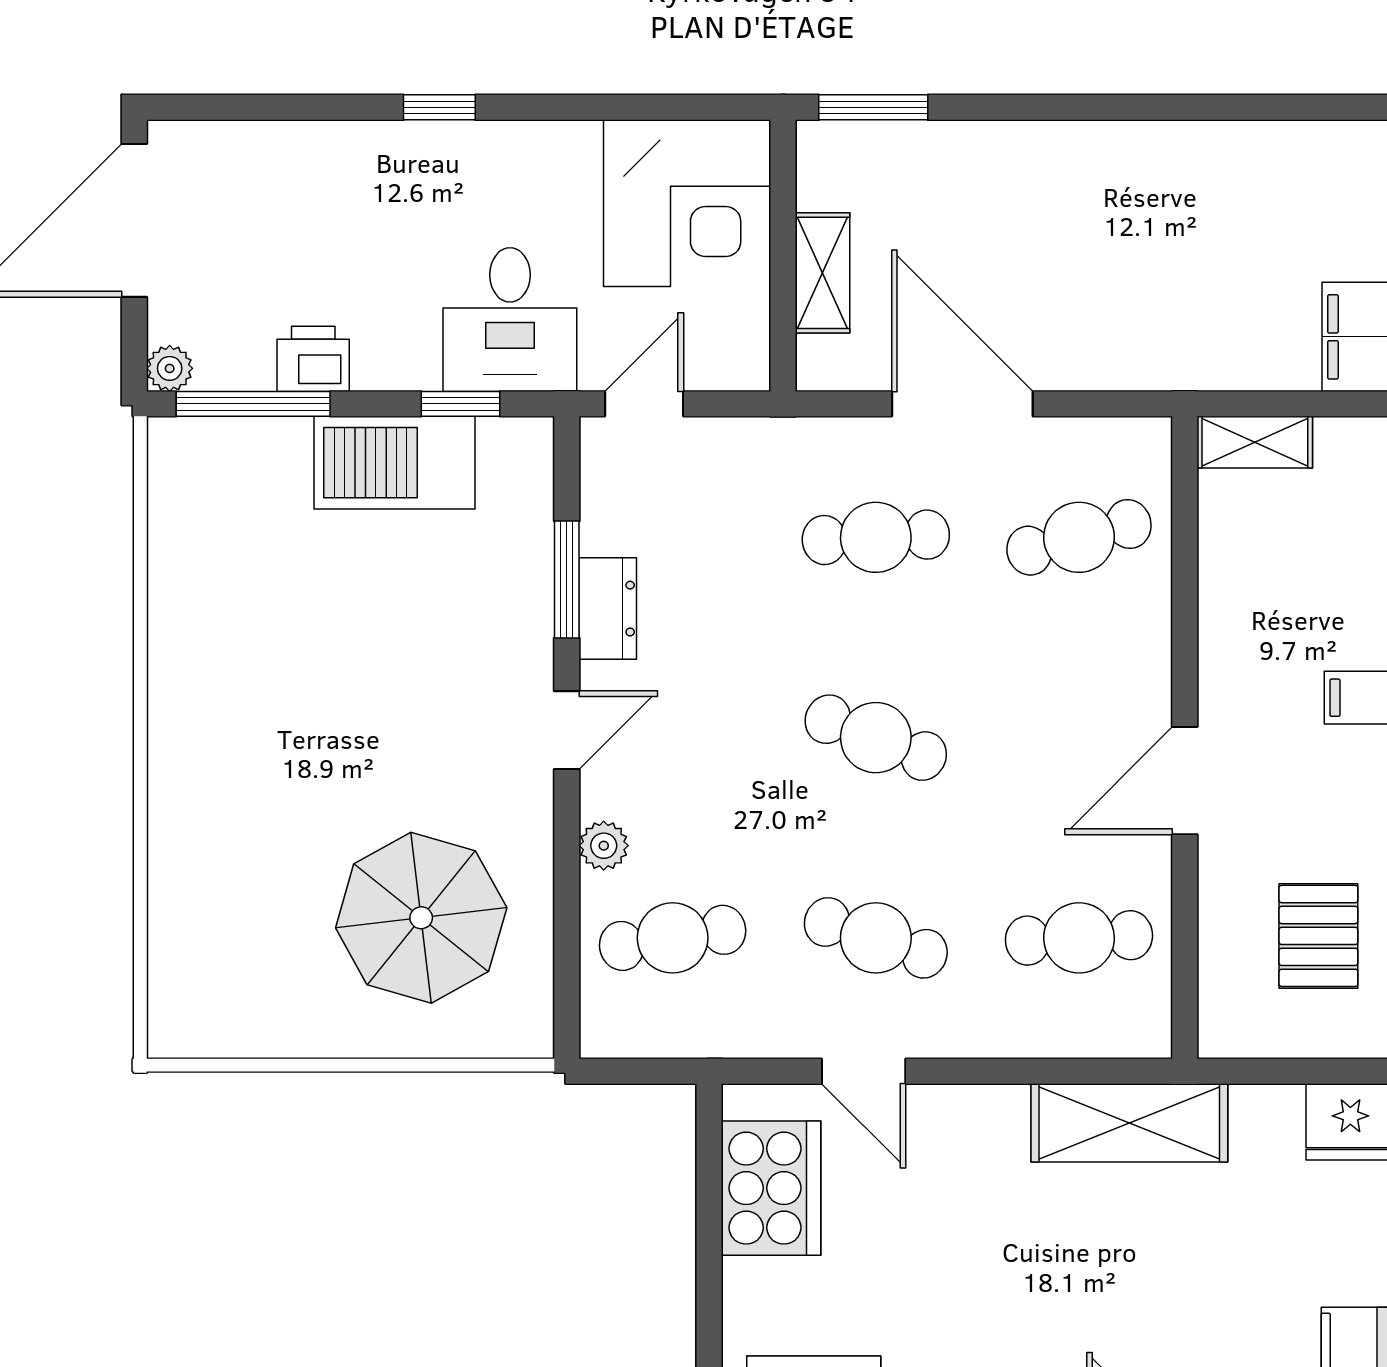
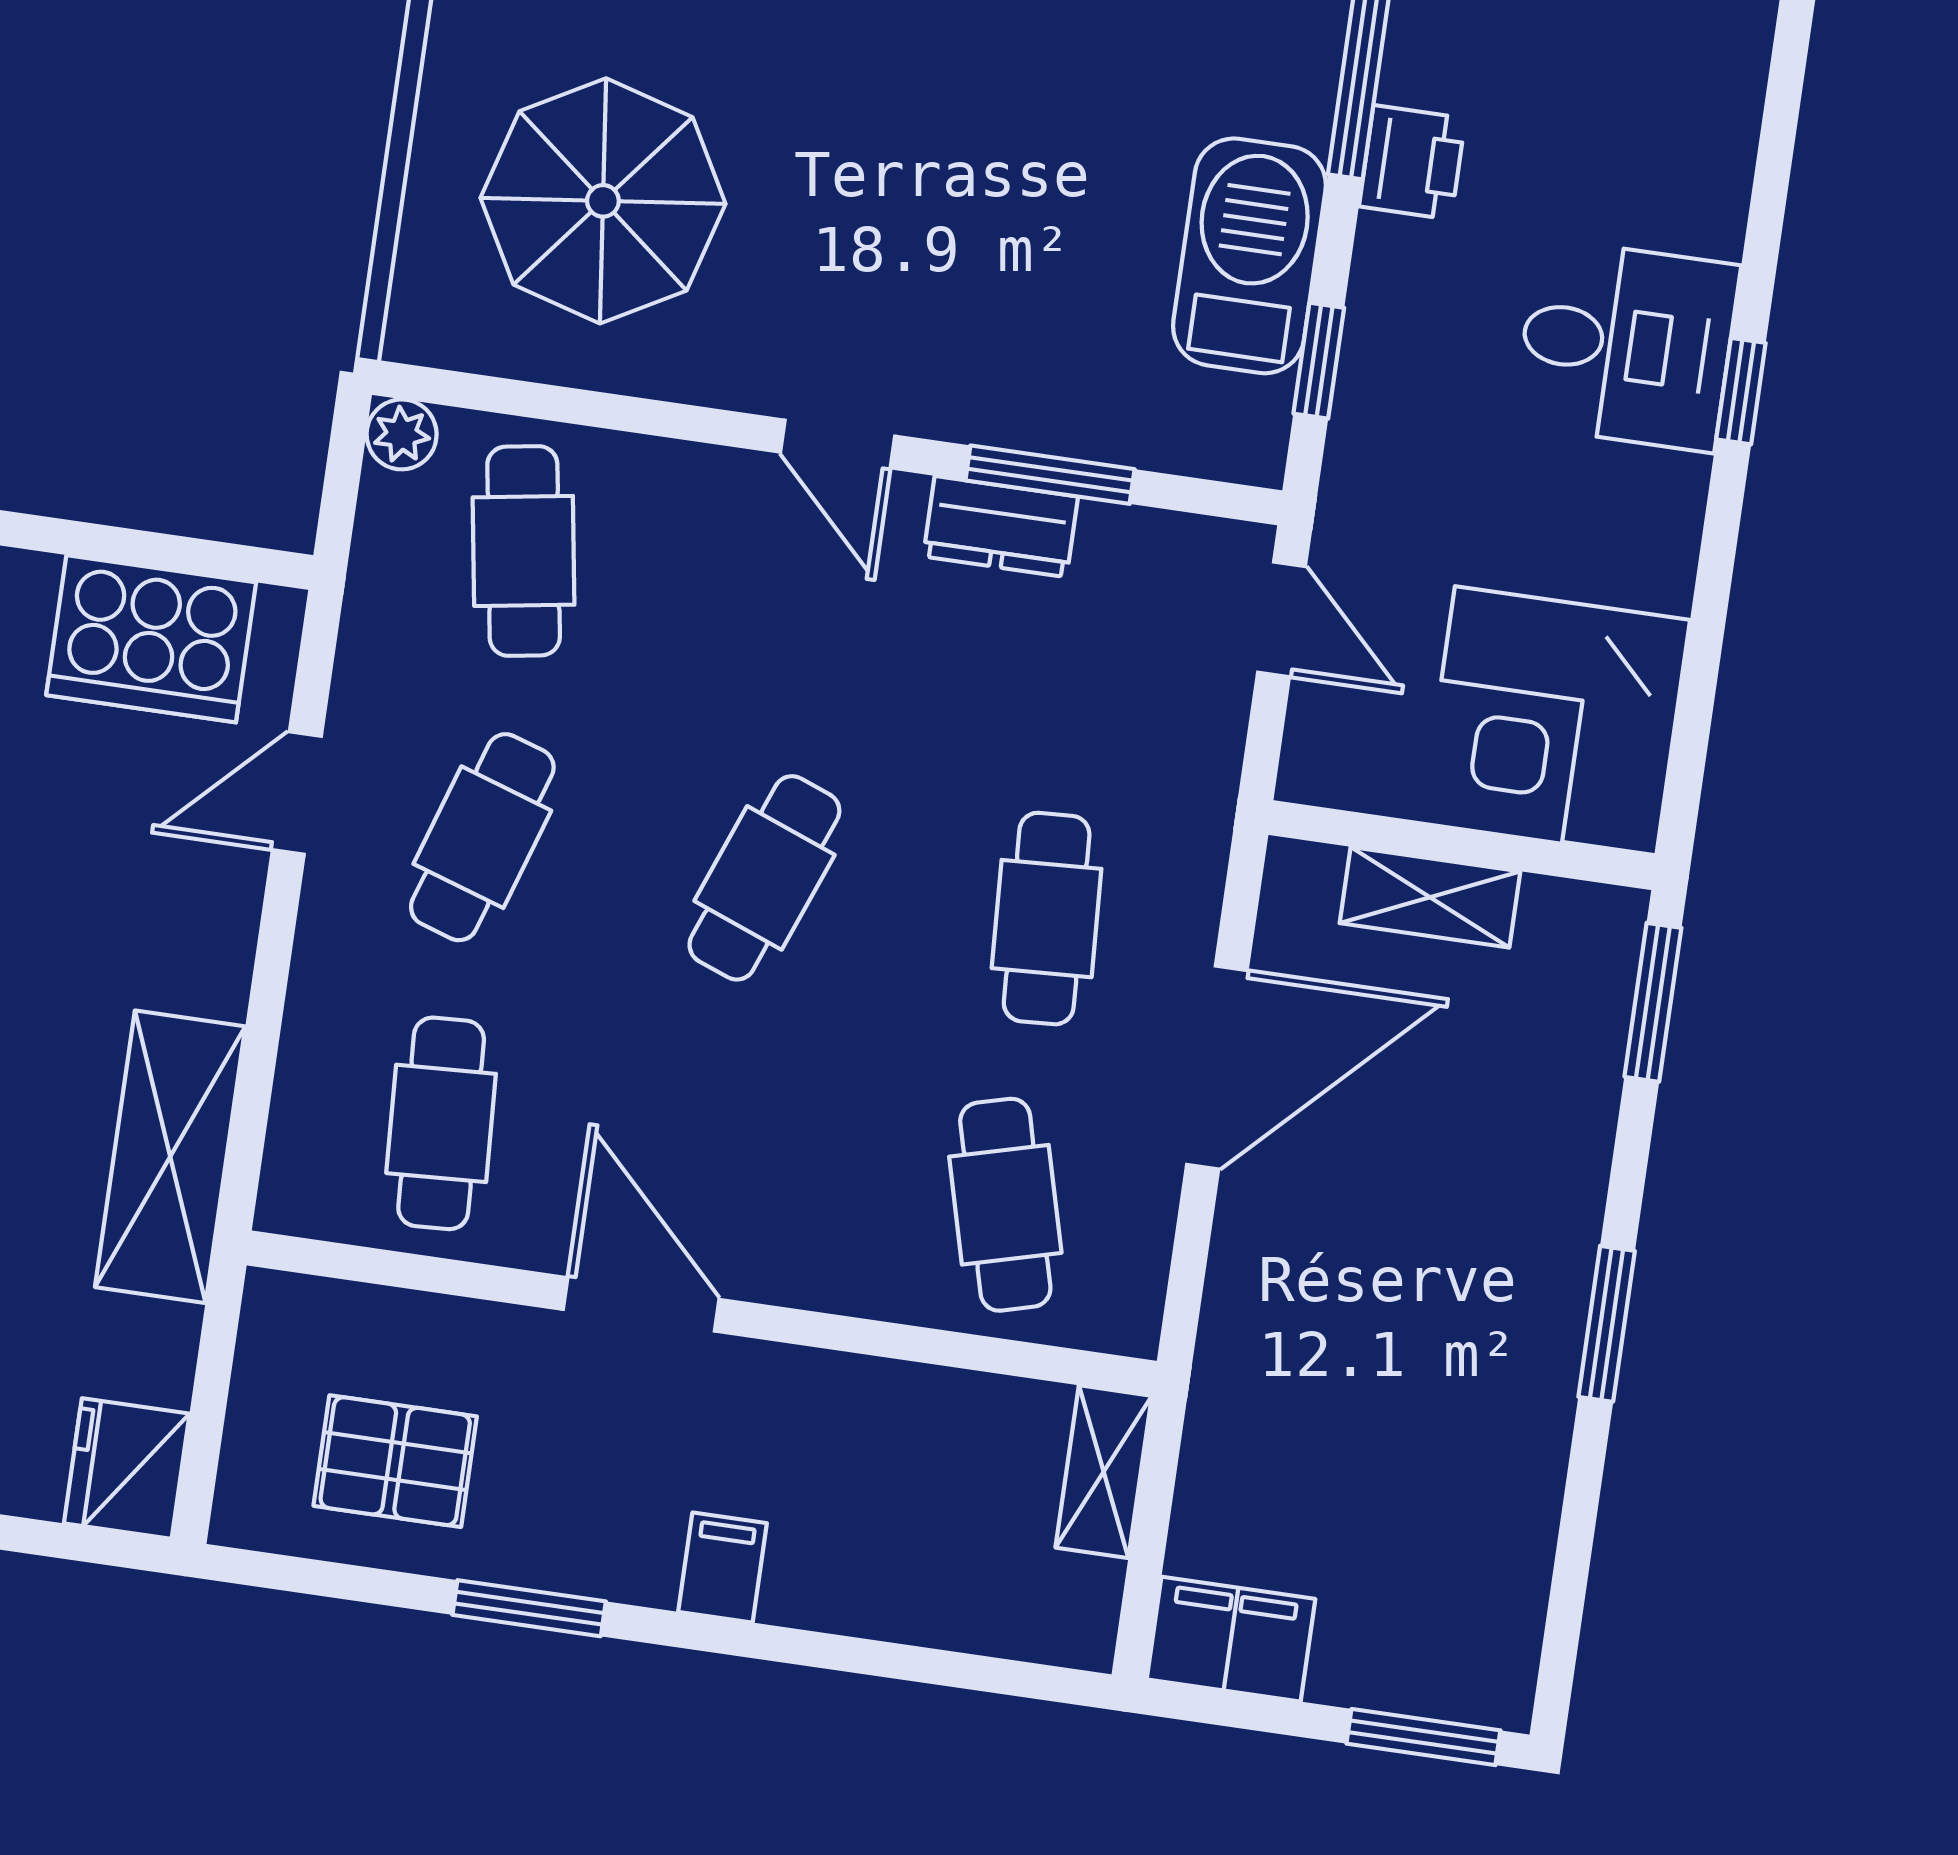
window: (1102, 107) -> (1607, 1324), added
desk: (510, 320) -> (1626, 345), moved, turned 180
plant: (604, 846) -> (402, 434), moved

